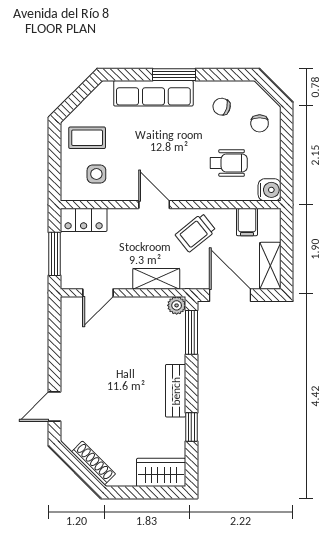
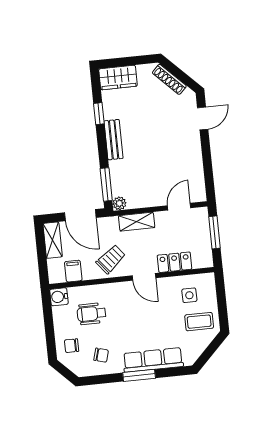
chair: (260, 123) -> (72, 346), turned -90
locker: (84, 220) -> (174, 262), moved

